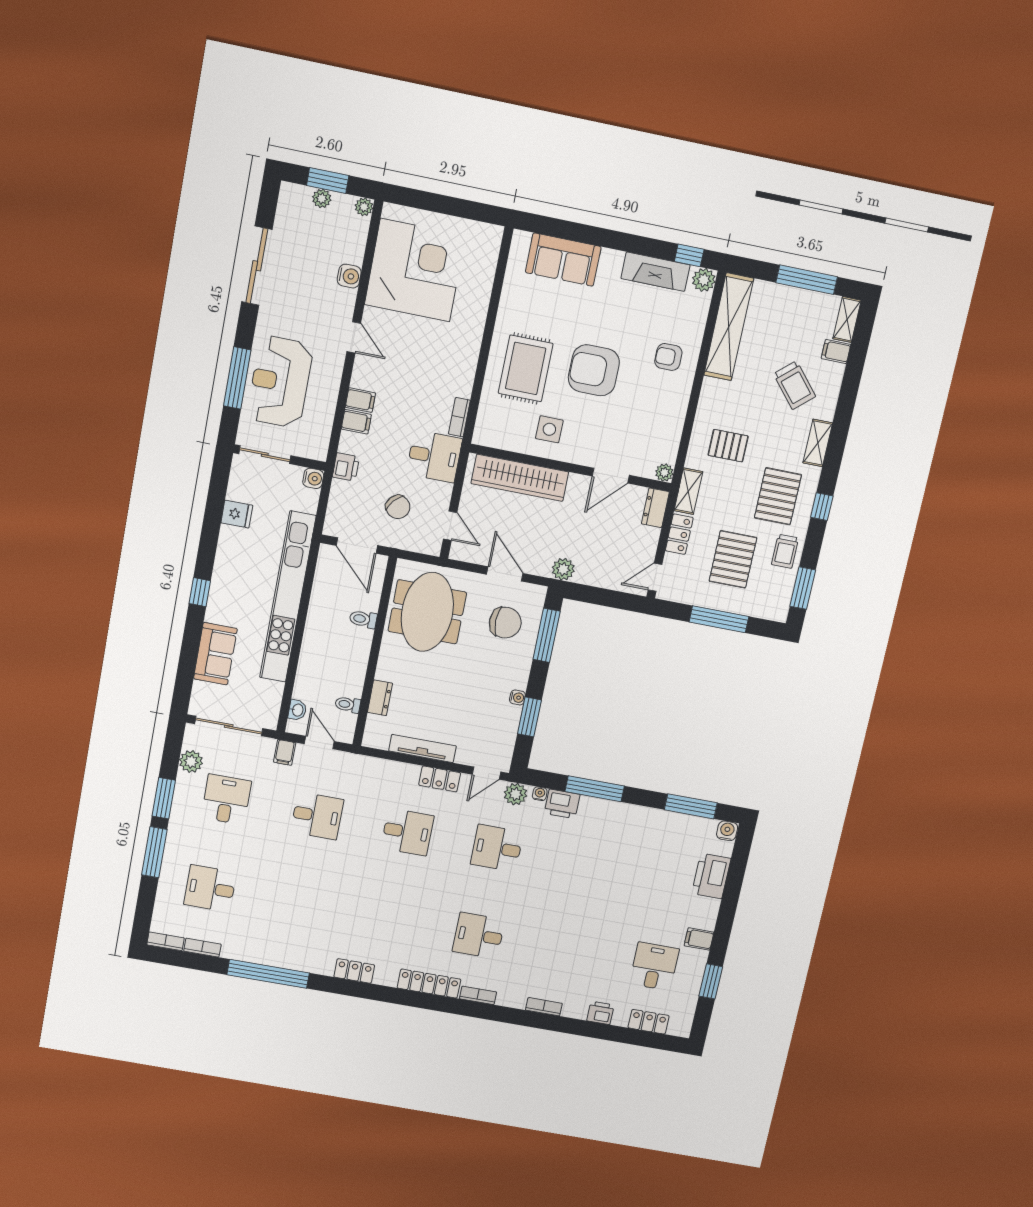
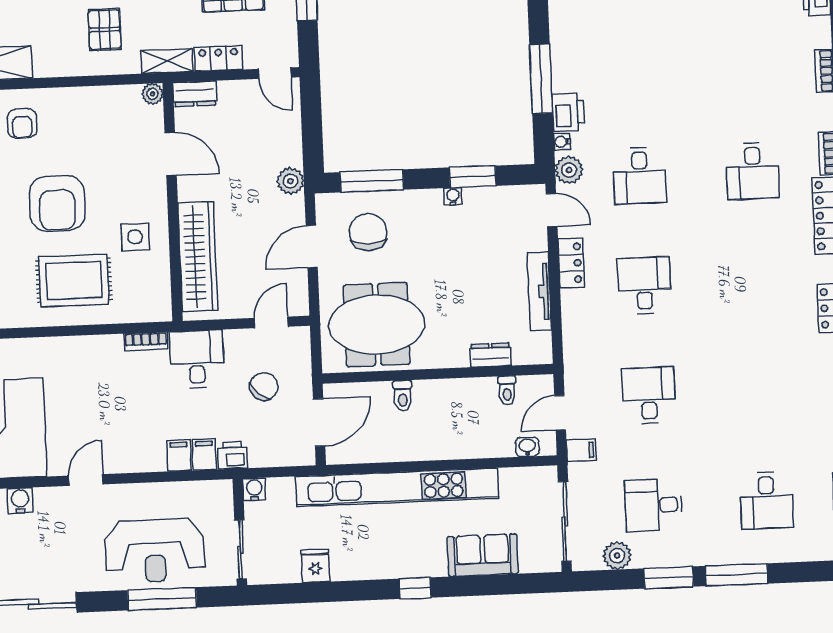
filing cabinet: (360, 400) -> (204, 454), moved

